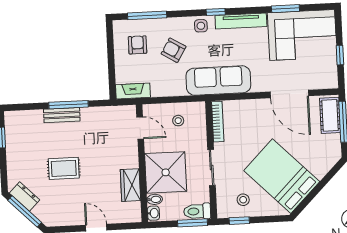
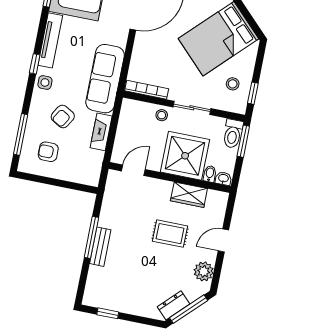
fireplace: (133, 91) -> (101, 132), moved
stool: (178, 121) -> (162, 115), moved
rug: (64, 168) -> (170, 234), moved, turned 90
plant: (63, 216) -> (204, 271), added

